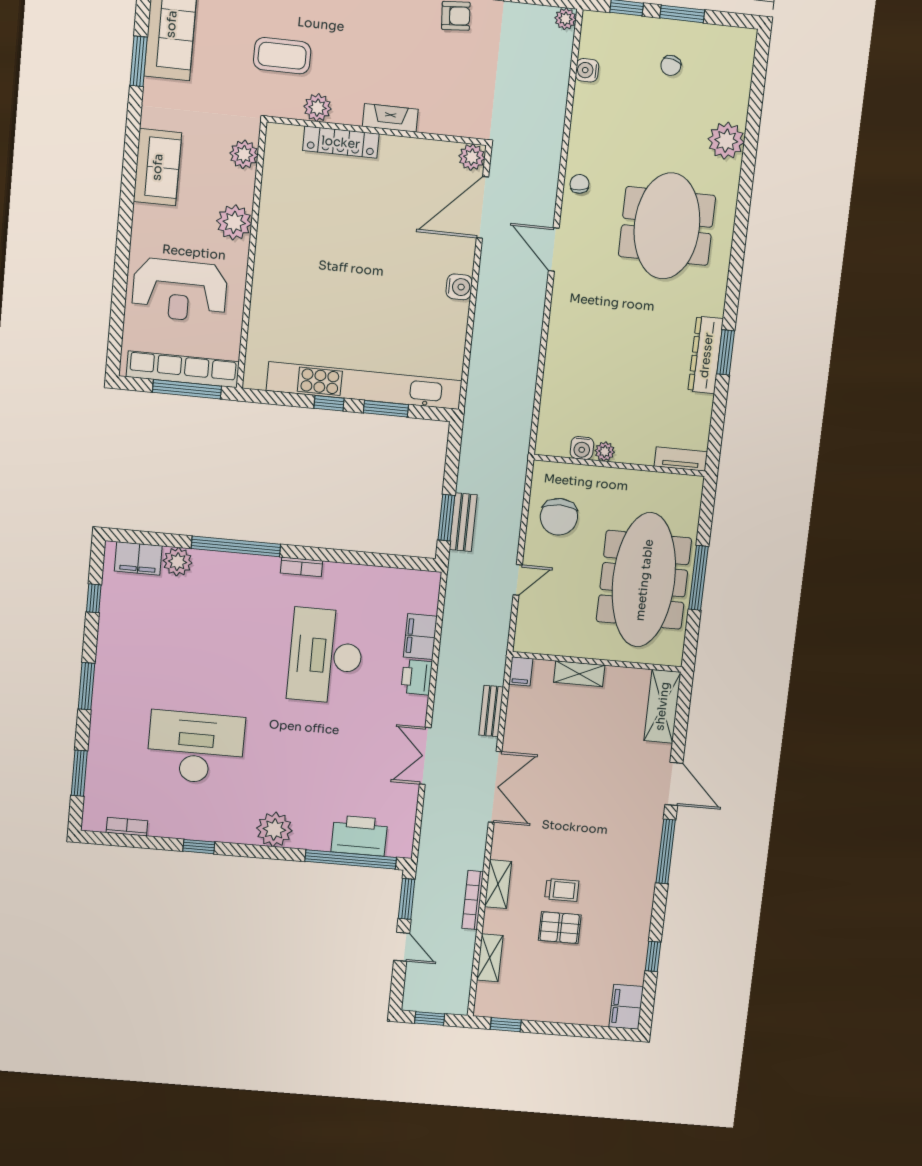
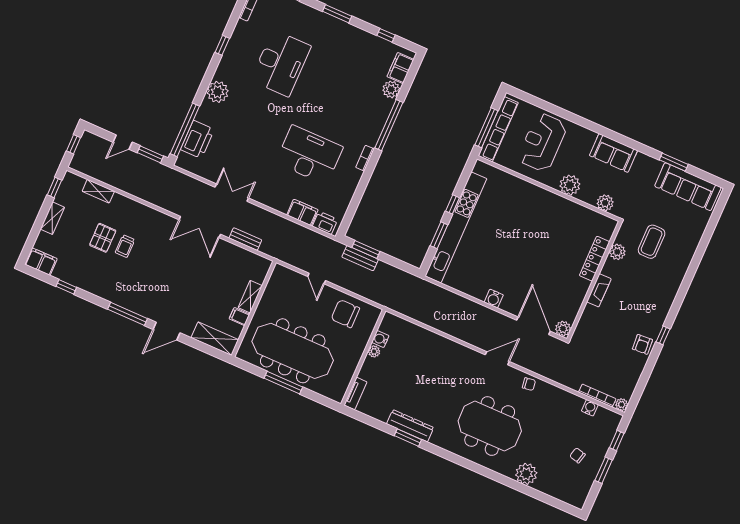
filing cabinet: (521, 671) -> (239, 317), moved
printer: (417, 677) -> (325, 223), moved
shelving: (498, 884) -> (52, 218), moved, turned 90
bookcase: (473, 900) -> (597, 396), moved

